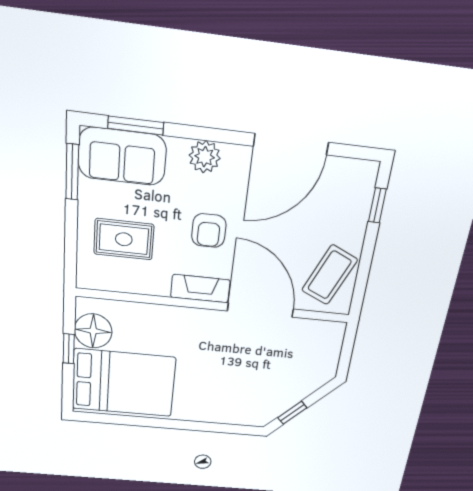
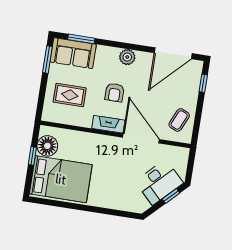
door: (291, 144) -> (173, 53), moved
plant: (205, 157) -> (127, 57), moved
coffee table: (330, 275) -> (179, 120), width x0.73, depth x0.77
desk: (293, 379) -> (159, 182), added
window: (292, 413) -> (171, 196), moved

